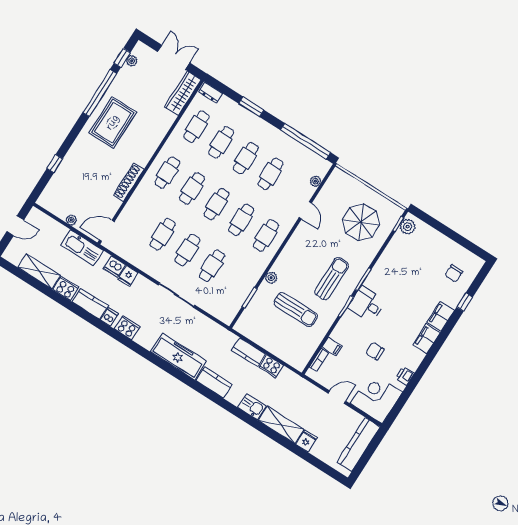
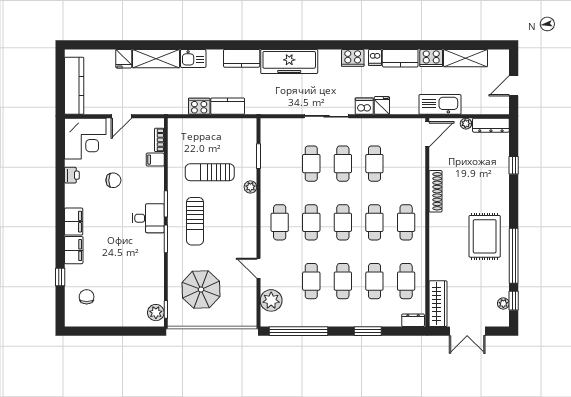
plant: (315, 181) -> (271, 300), width x1.88, depth x1.88
dresser: (53, 206) -> (491, 125), added
dishwasher: (115, 267) -> (364, 106), moved

